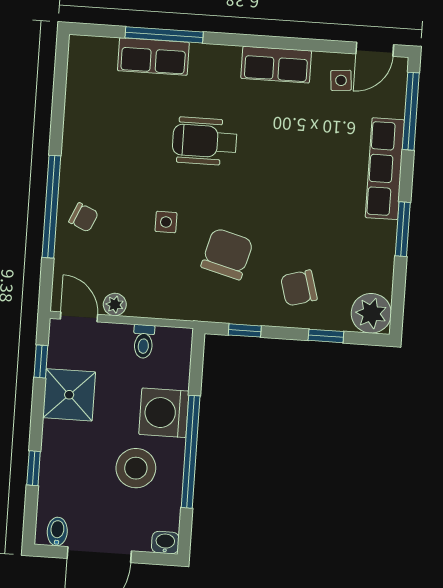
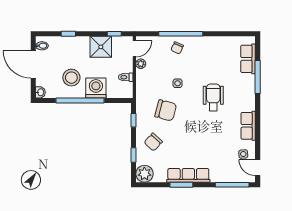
row of seats: (153, 57) -> (248, 59), moved
row of seats: (385, 169) -> (188, 175), moved
chair: (299, 288) -> (153, 142), turned -121

